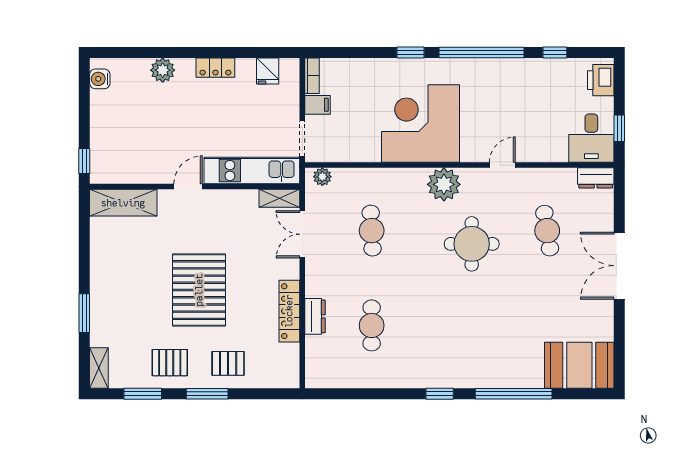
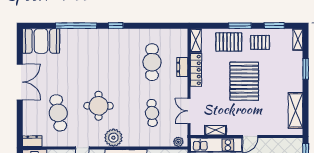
shelving: (279, 198) -> (216, 130), moved
shelving: (123, 203) -> (296, 110), moved, turned 90
cafe table: (547, 231) -> (58, 113), width x1.37, depth x1.35
double door: (302, 234) -> (189, 111), swing flipped
double door: (619, 266) -> (20, 82), moved
cafe table: (372, 325) -> (152, 62), width x1.37, depth x1.35
pallet: (228, 363) -> (229, 42), width x1.50, depth x1.42
shelving: (290, 366) -> (196, 40), added

